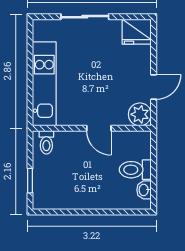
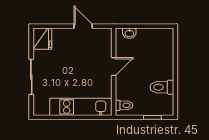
plant: (140, 114) -> (103, 36), removed
toilet: (135, 170) -> (162, 87), moved, turned 90
washbasin: (144, 190) -> (129, 33), moved

